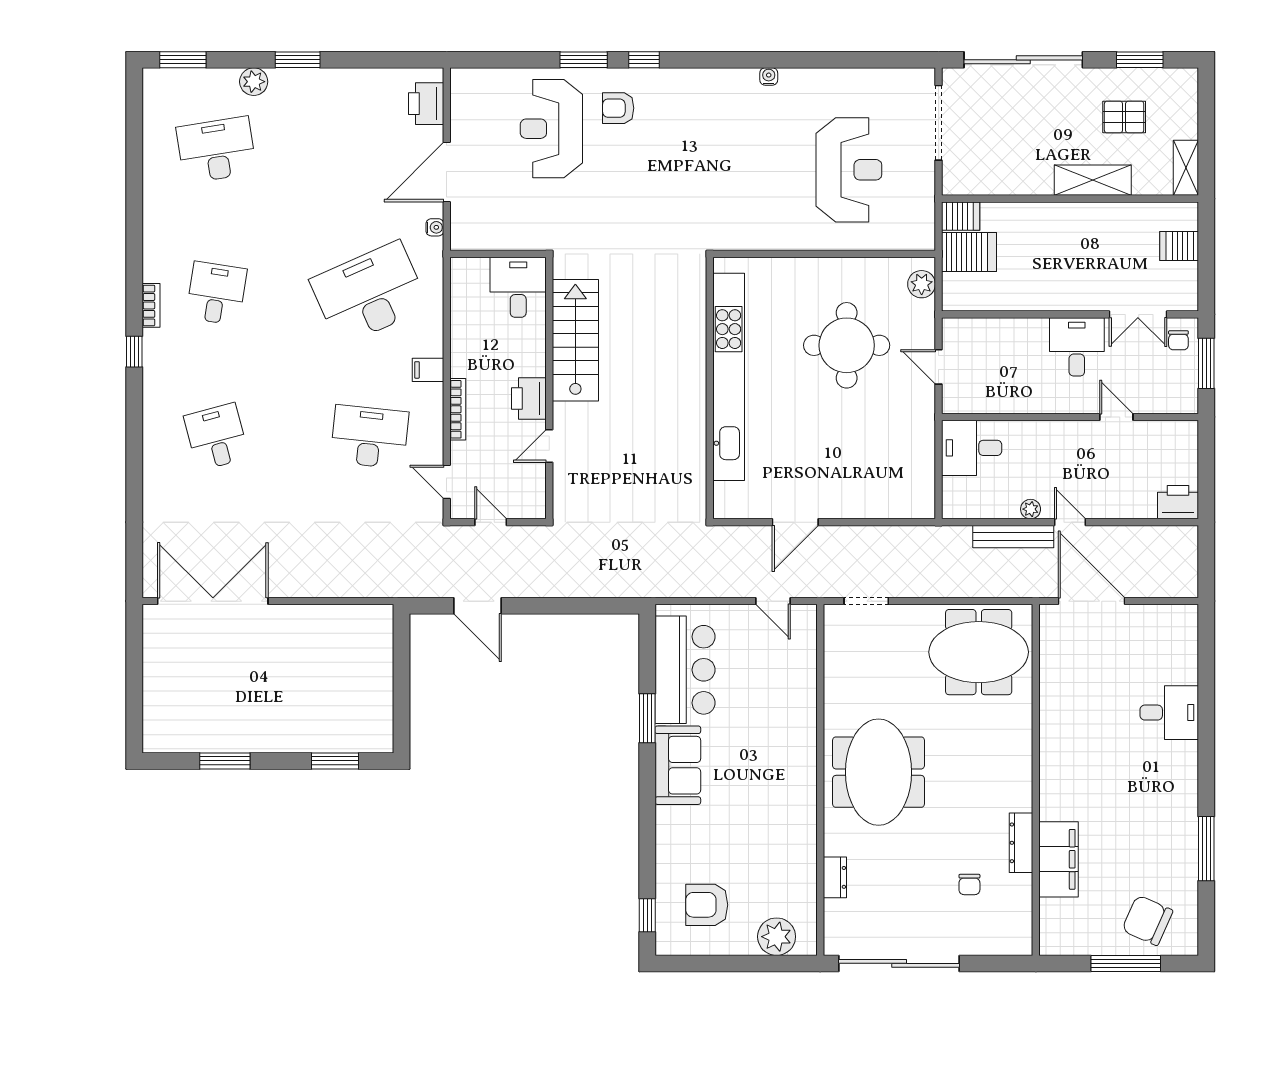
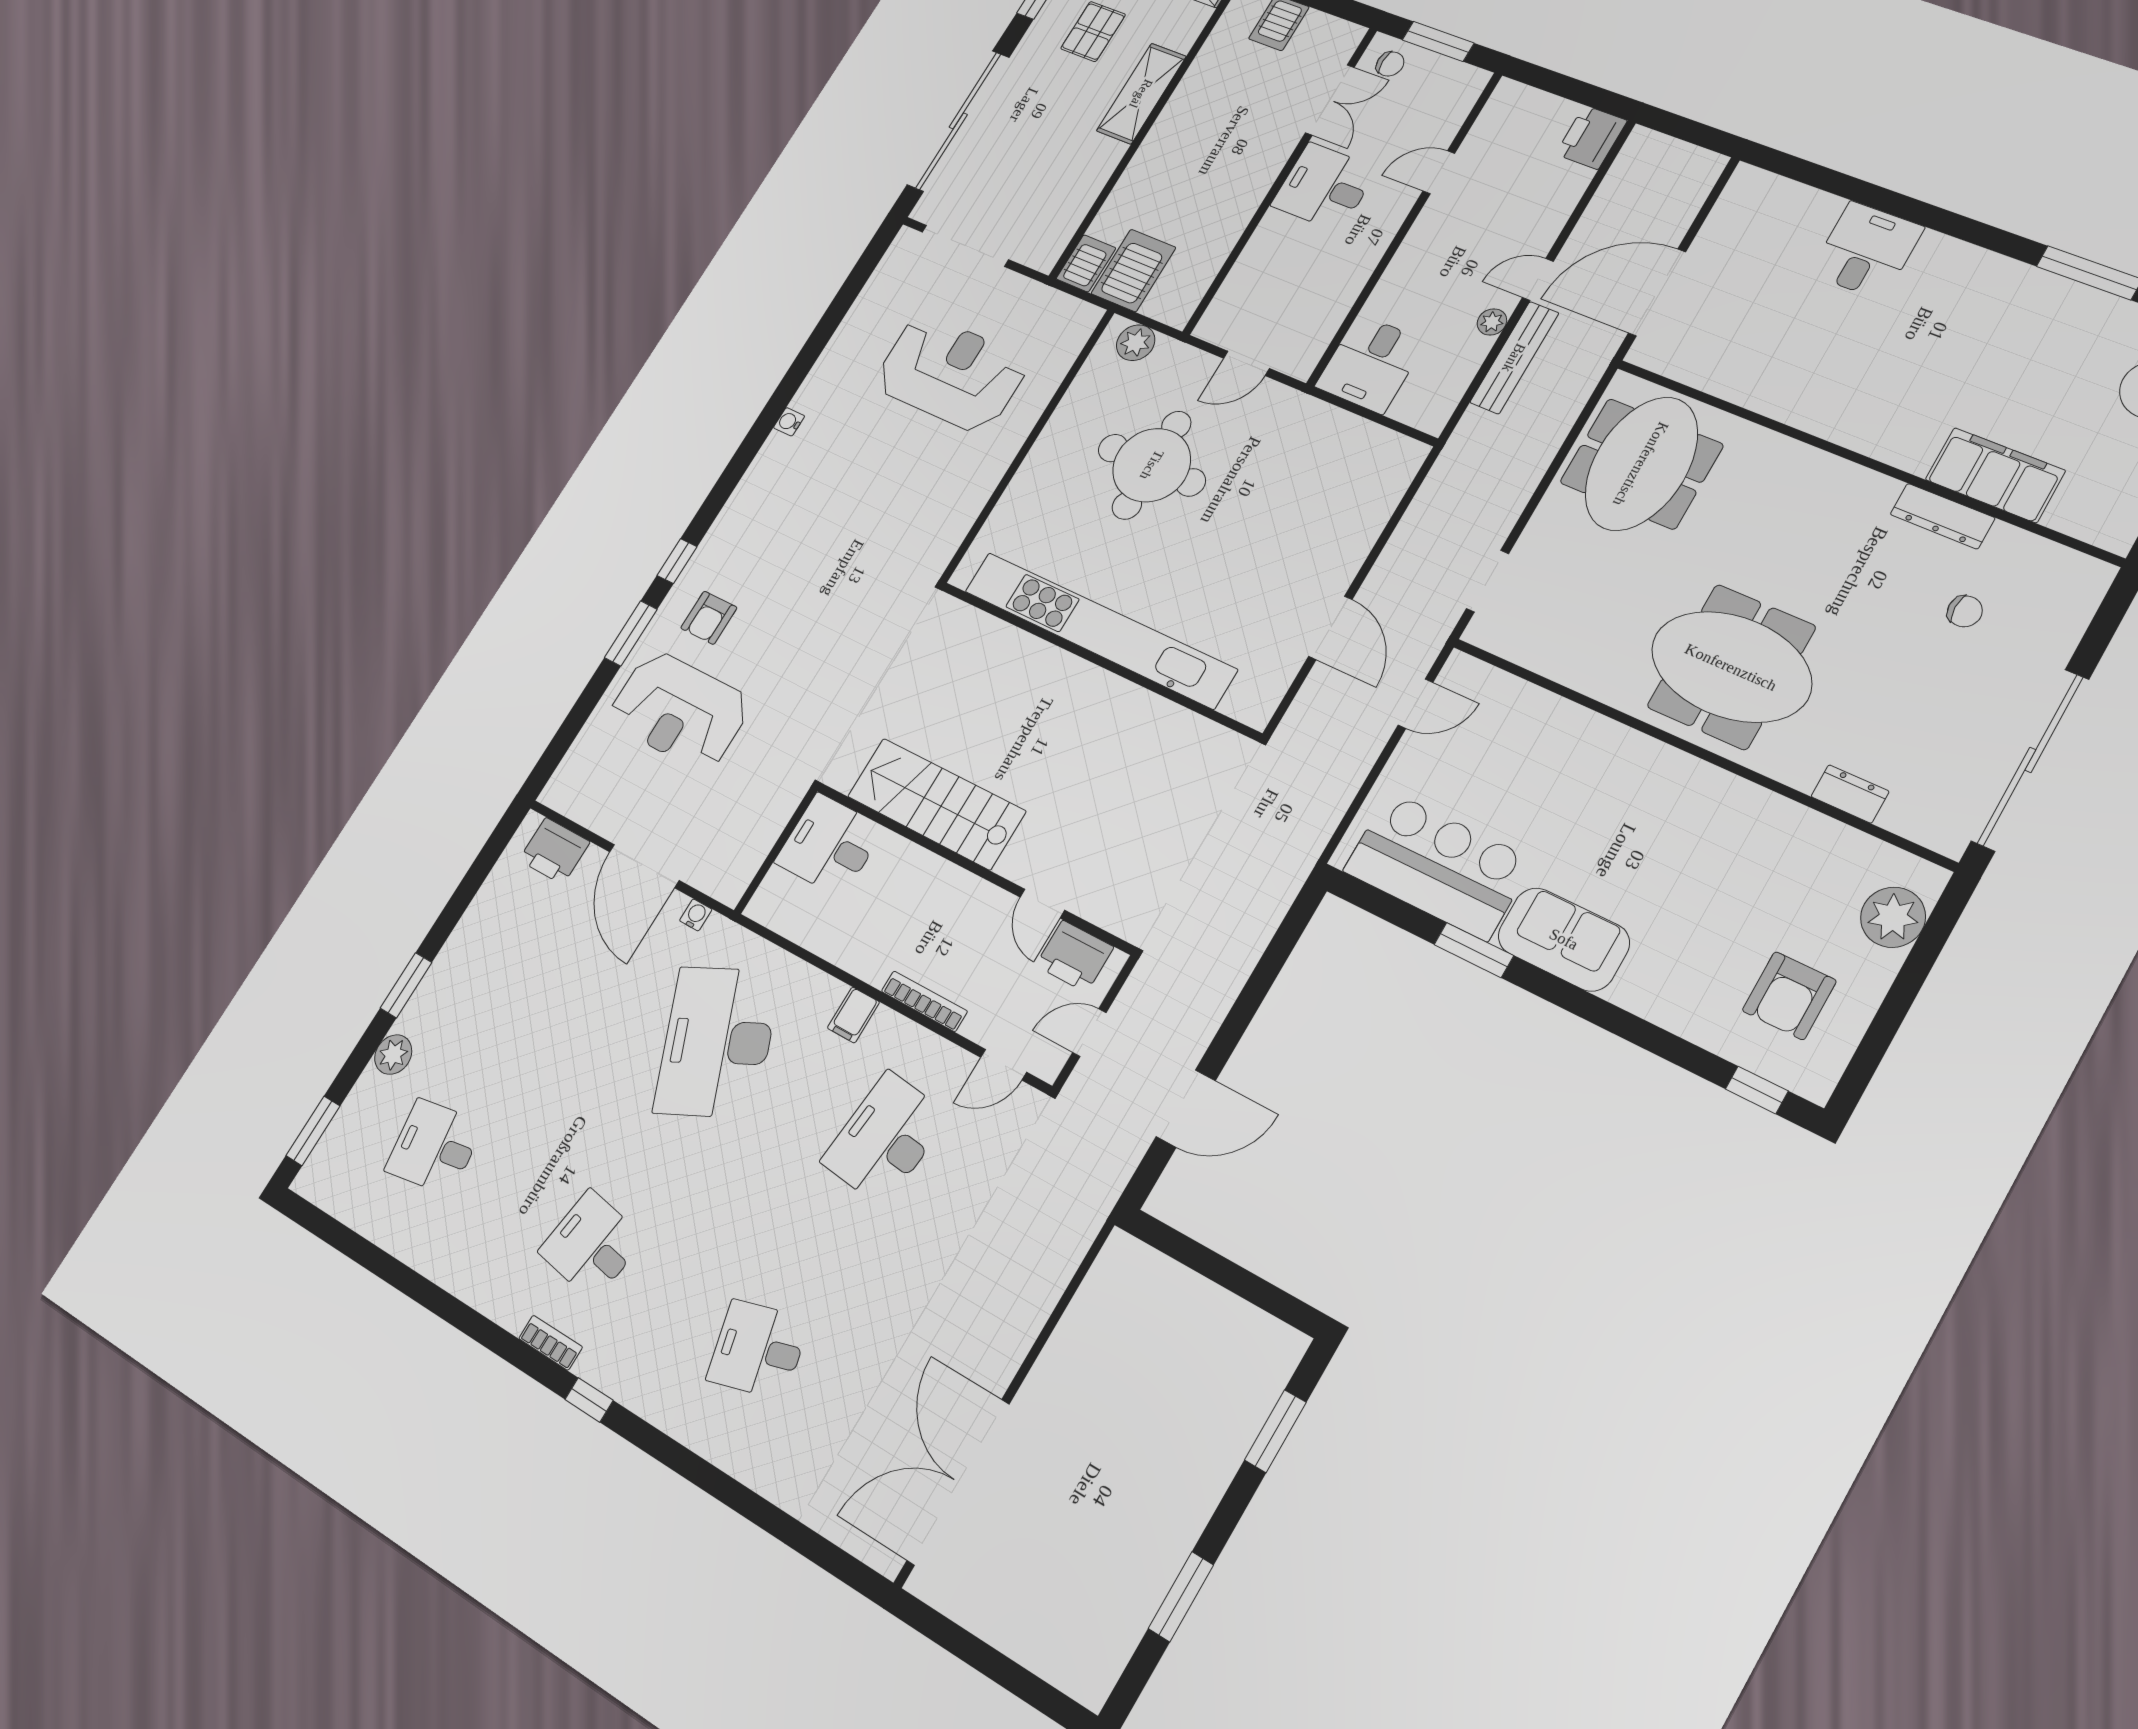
desk: (216, 150) -> (434, 1147), width x0.73
printer: (529, 398) -> (1074, 956), moved

